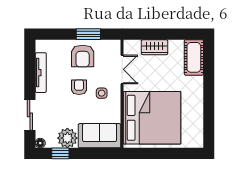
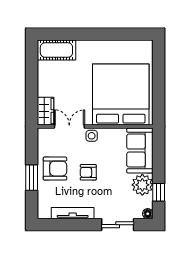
window: (88, 34) -> (32, 178), moved
wardrobe: (155, 47) -> (46, 111), moved
side table: (102, 93) -> (92, 136), moved

